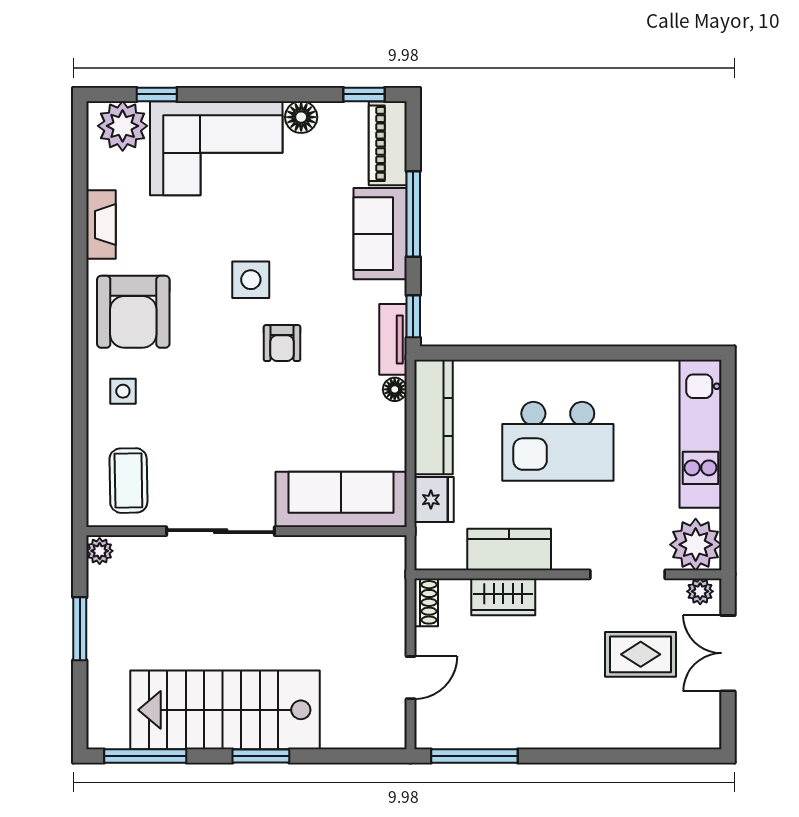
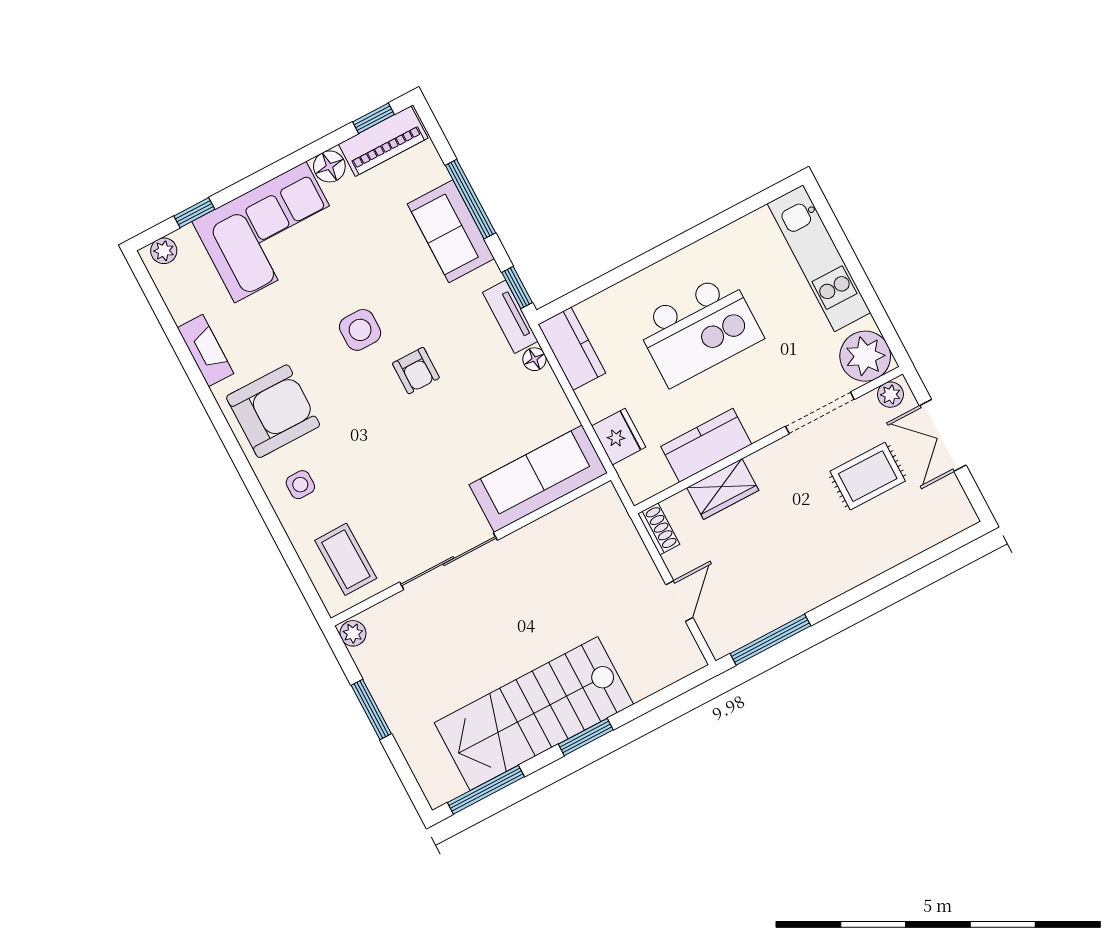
plant: (123, 126) -> (164, 251), width x0.53, depth x0.53
piano: (388, 143) -> (383, 141), moved, turned -90
armchair: (133, 312) -> (273, 411), turned -90
kitchen counter: (434, 417) -> (572, 349), width x0.67

